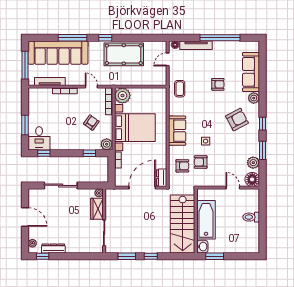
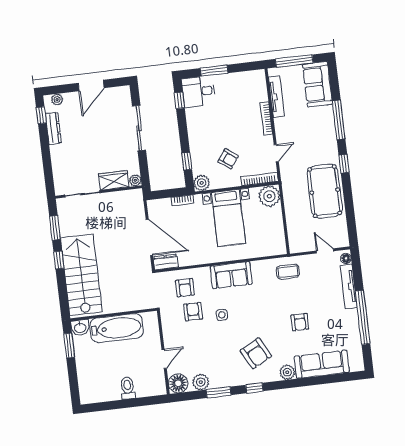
sofa: (58, 53) -> (317, 84), width x0.54, depth x0.79
bed with nightstands: (135, 128) -> (228, 218), width x0.73
stairs: (183, 224) -> (81, 275), moved, turned 90

